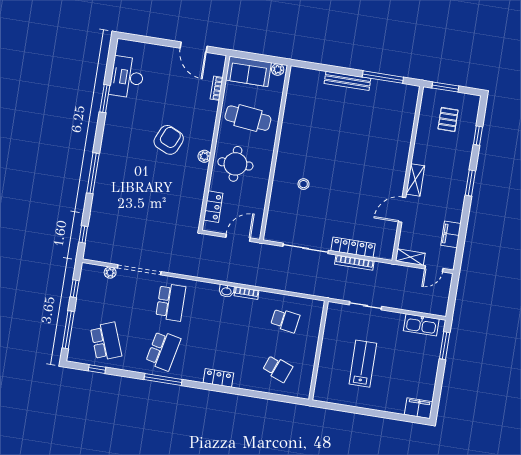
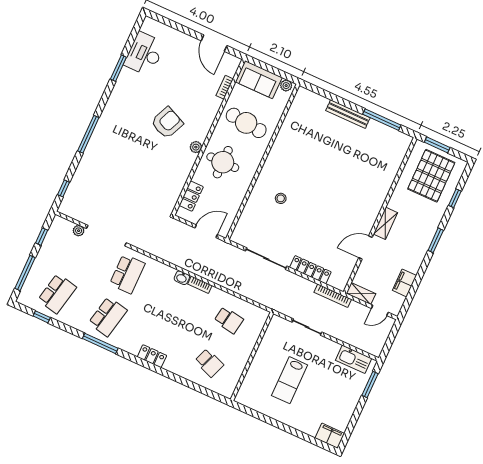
pallet: (448, 120) -> (431, 176), width x2.05, depth x2.00
bookcase: (354, 263) -> (333, 296), moved
school desk: (106, 341) -> (57, 294), turned 33
lab bench: (363, 364) -> (290, 380), turned 180

